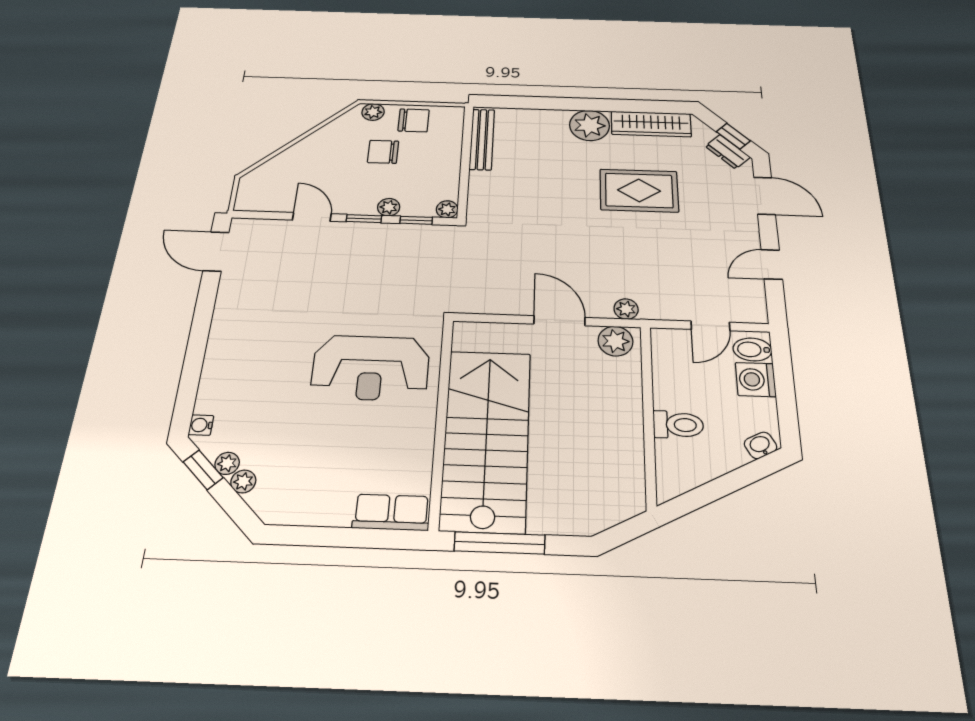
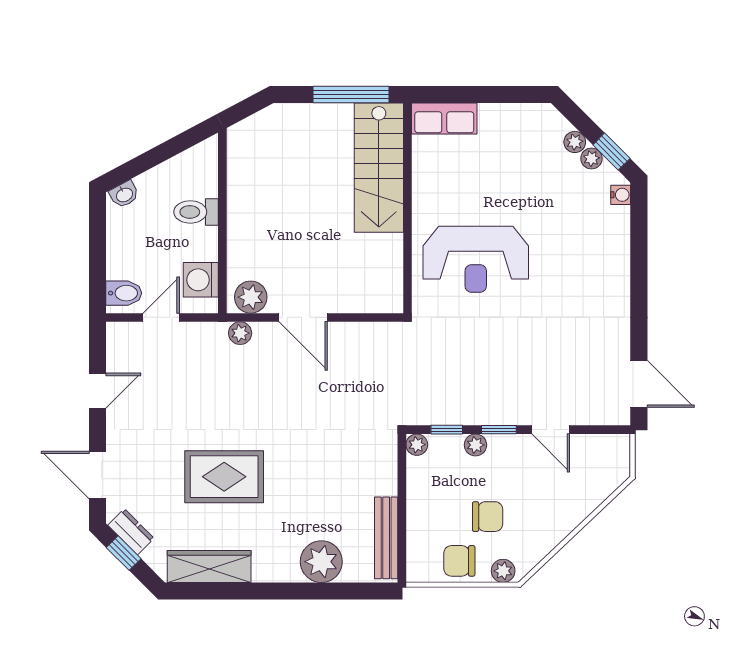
plant: (589, 125) -> (321, 562), moved
reception desk: (371, 368) -> (476, 259), turned 180
washing machine: (756, 379) -> (201, 280), moved, turned 180
stairs: (486, 439) -> (379, 168), width x0.73, depth x0.66

